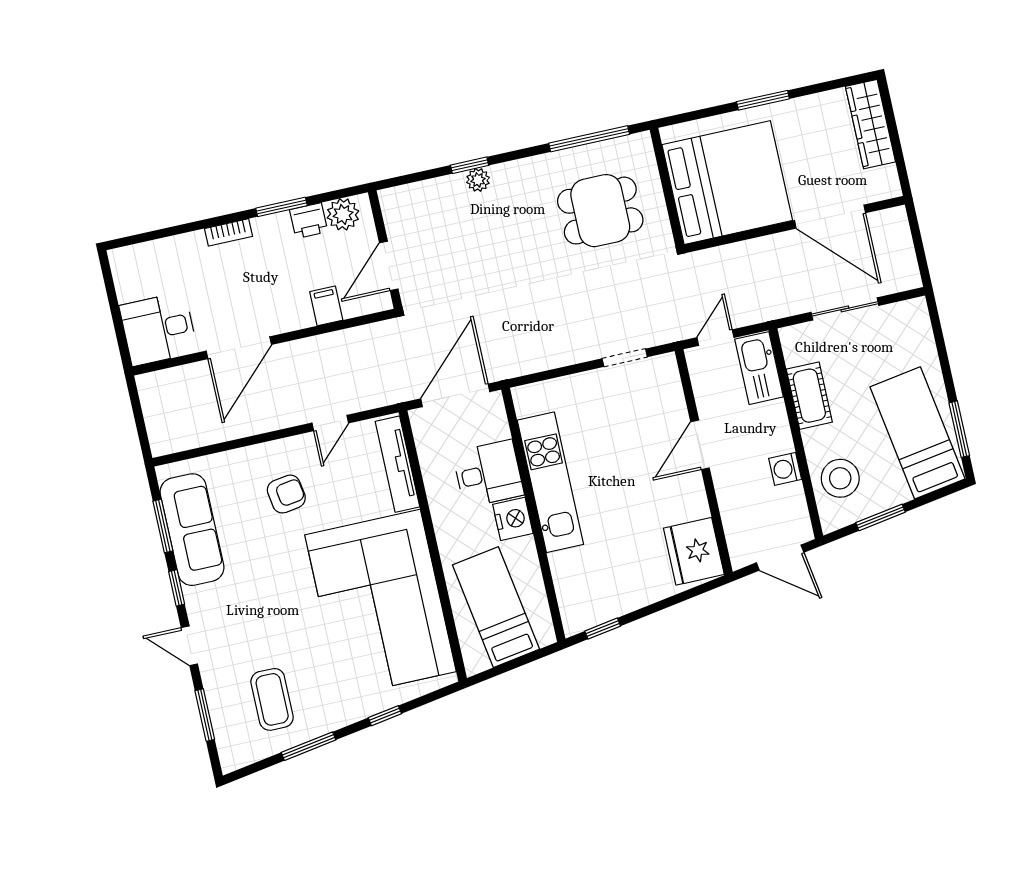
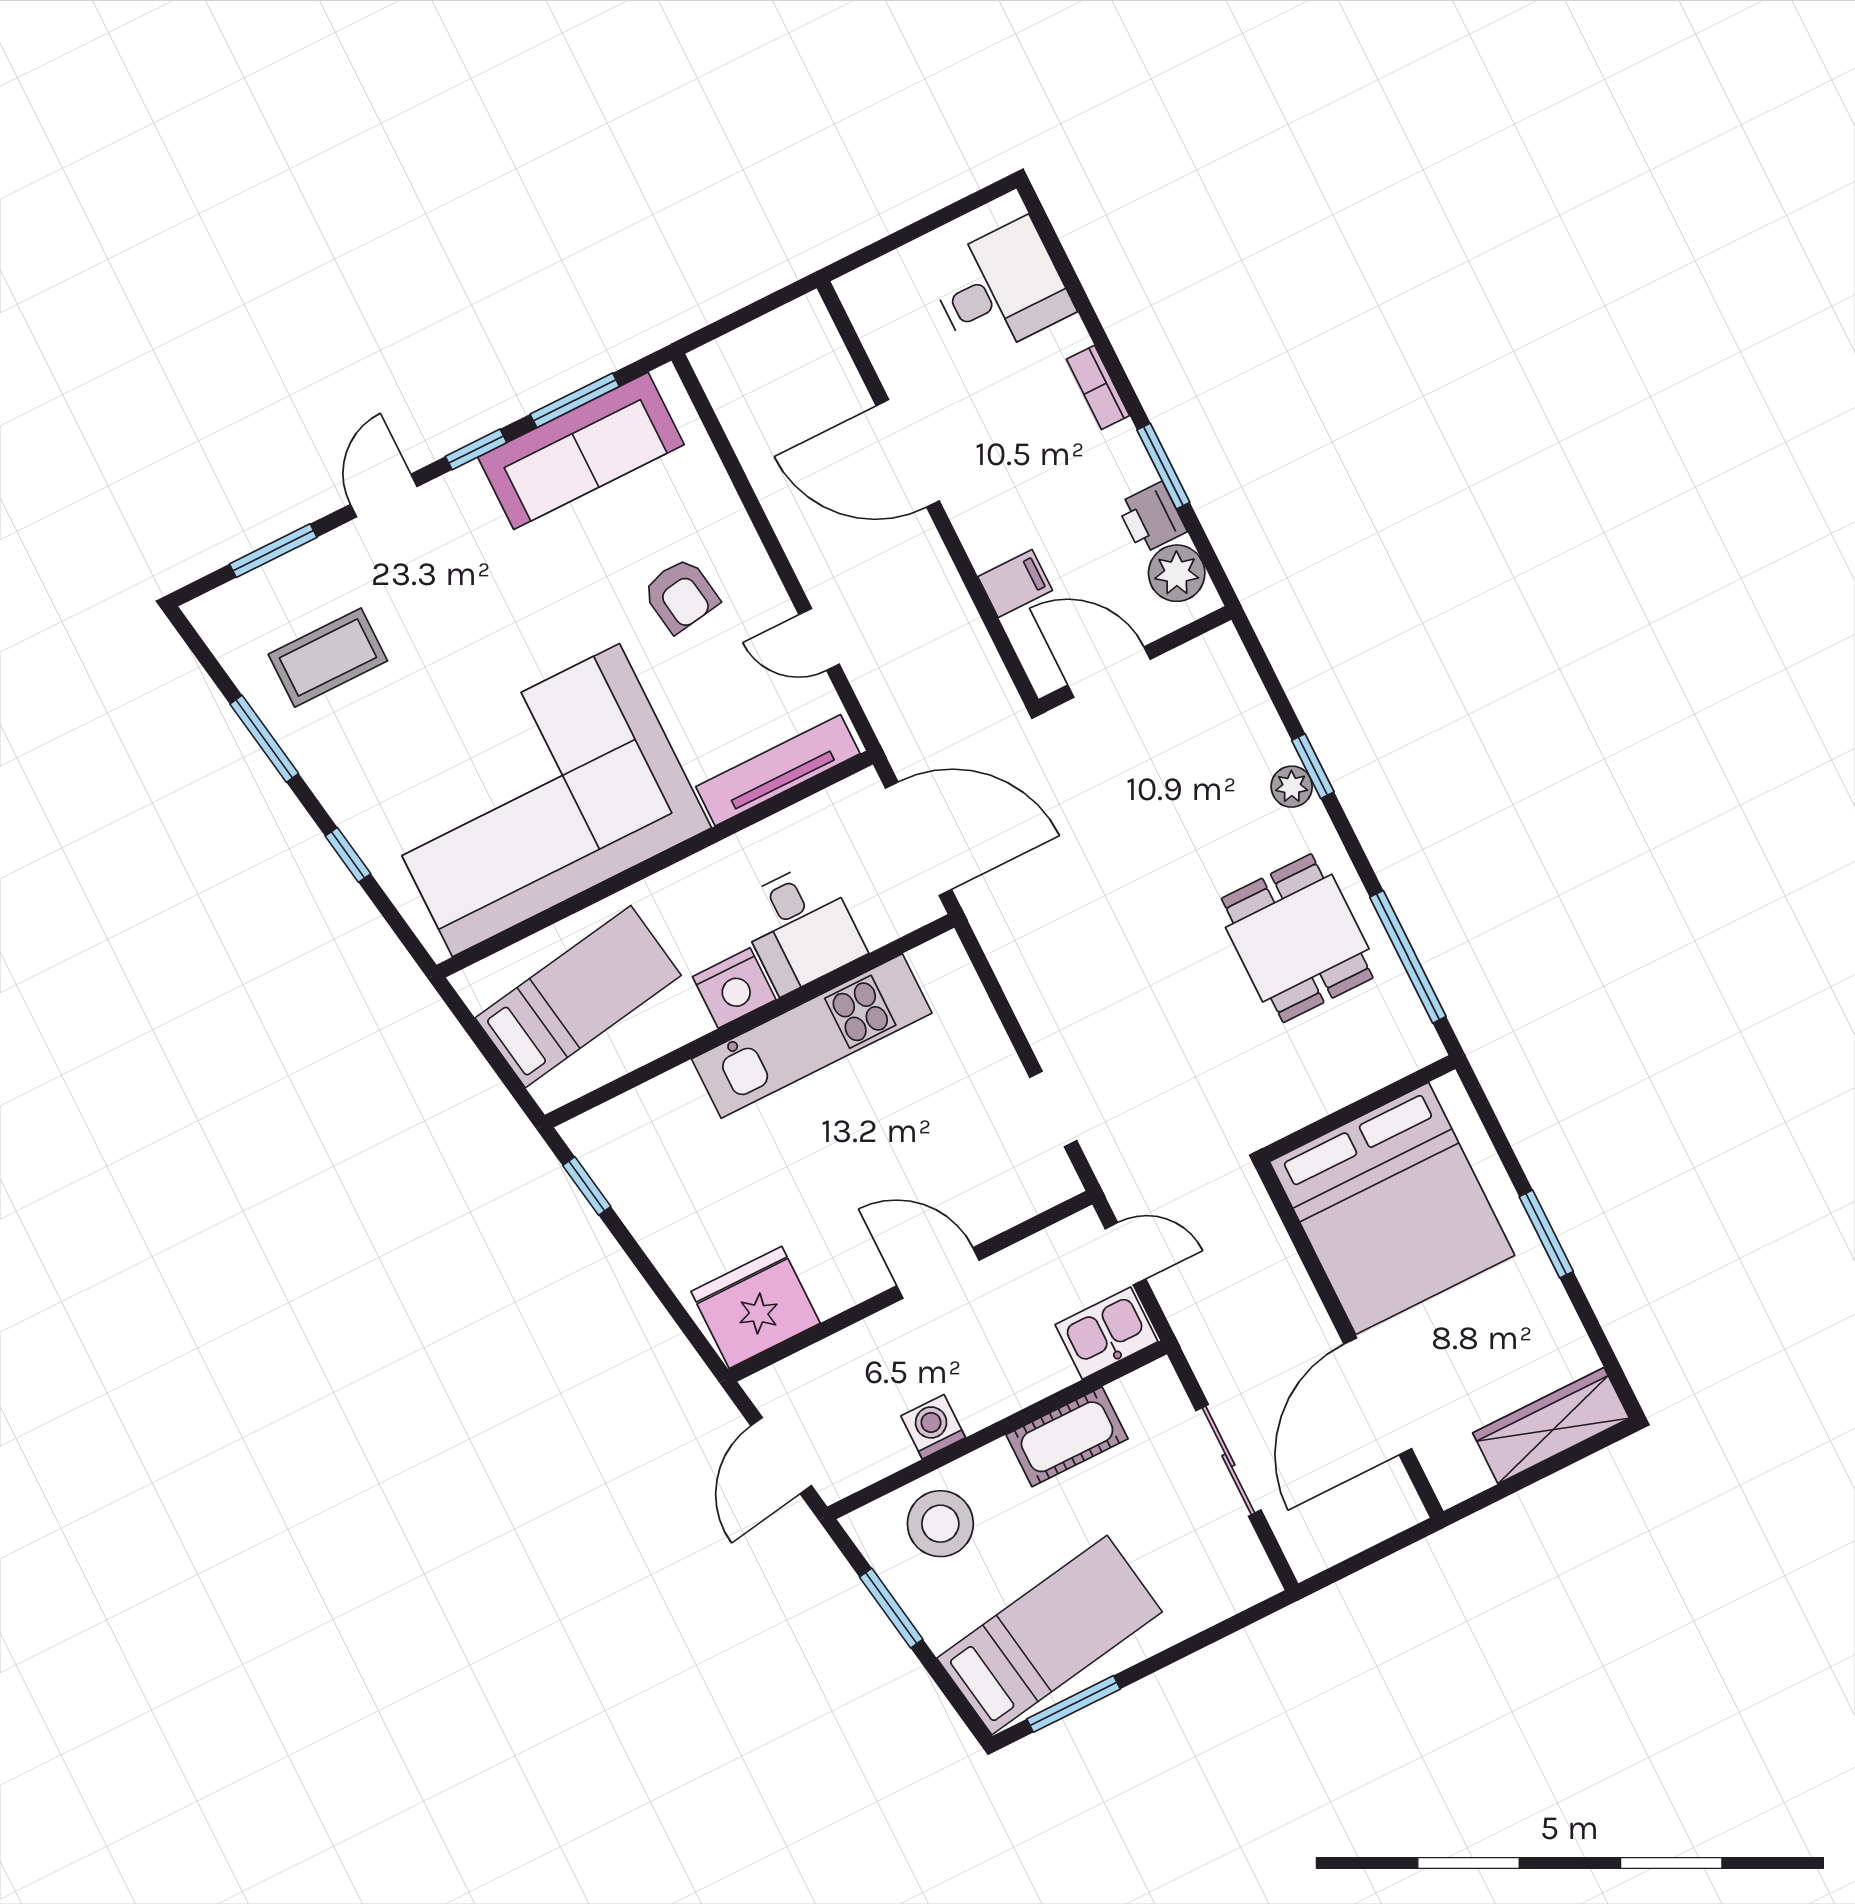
dining table: (600, 211) -> (1297, 938), moved
desk: (158, 329) -> (1001, 289), moved, turned 90
kitchen sink: (759, 368) -> (1107, 1333), width x0.73

